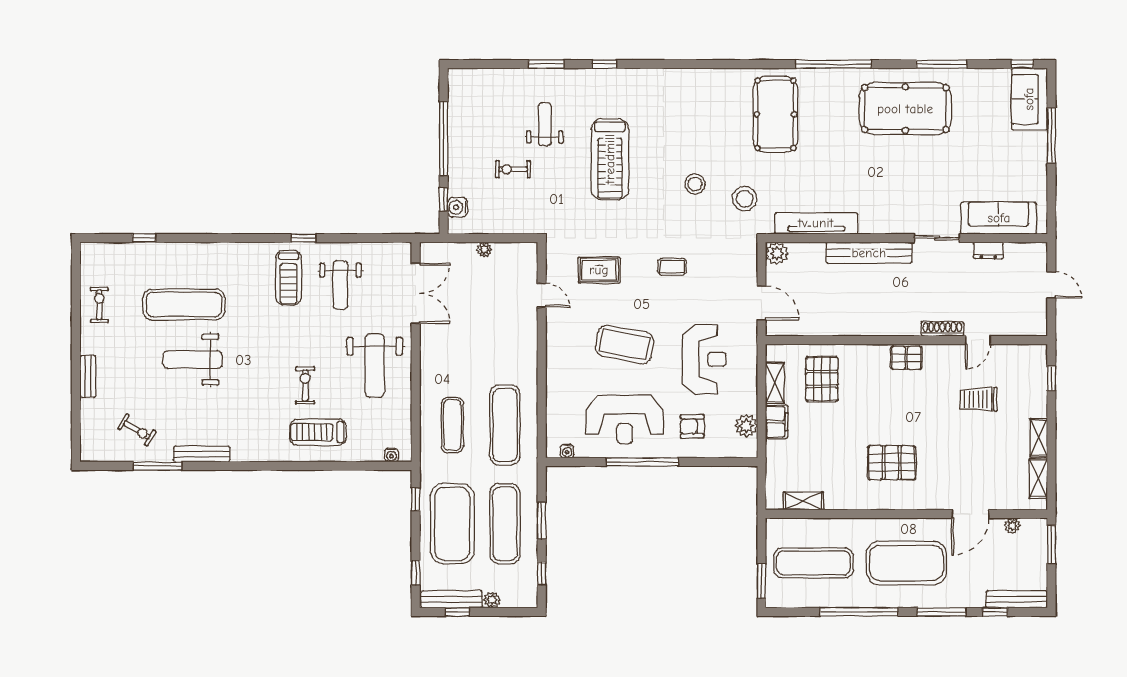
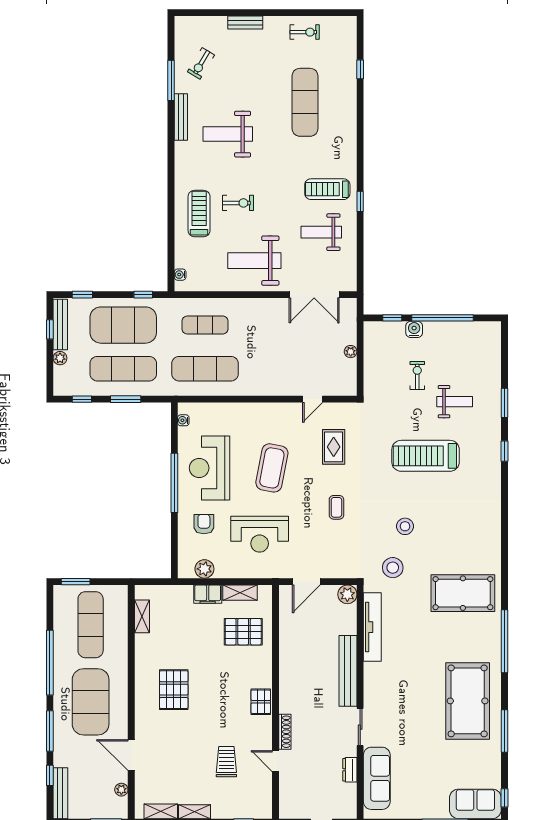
water cooler: (458, 207) -> (414, 329), moved
weight bench: (193, 360) -> (228, 134), moved, turned -90

